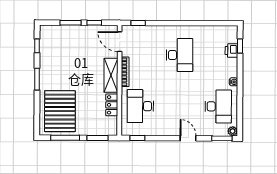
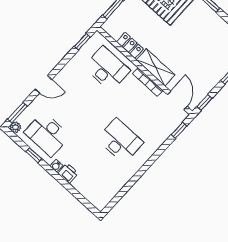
window: (94, 23) -> (204, 102), moved
door: (120, 42) -> (177, 100), hinge flipped
window: (240, 46) -> (34, 155), moved
printer: (231, 51) -> (68, 173), moved
desk: (180, 55) -> (120, 141), turned 180

